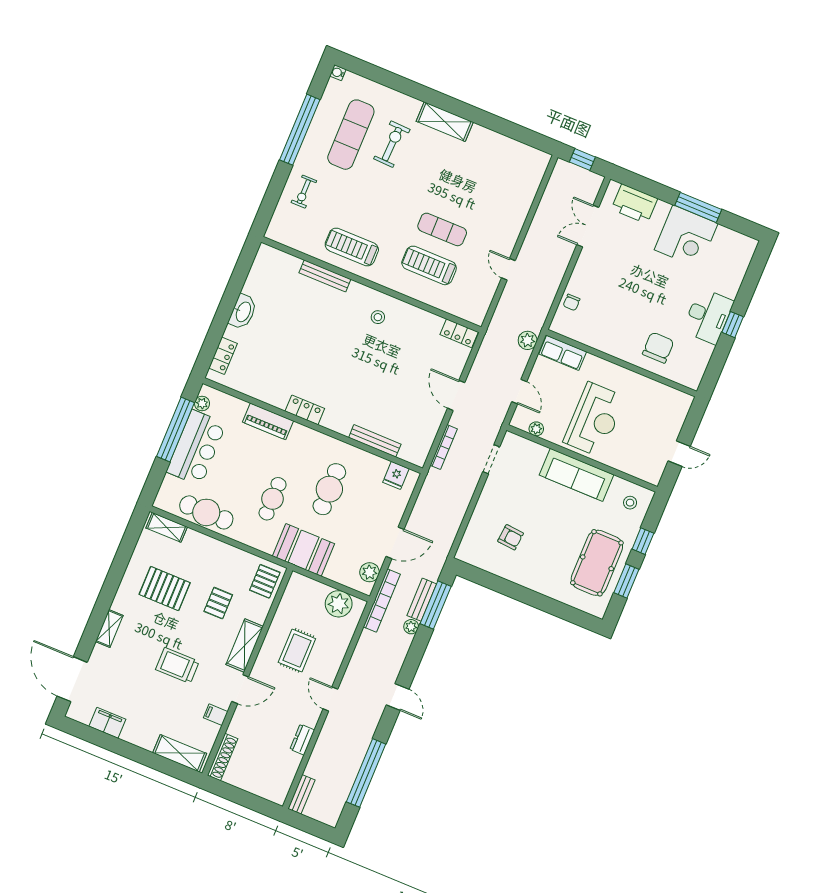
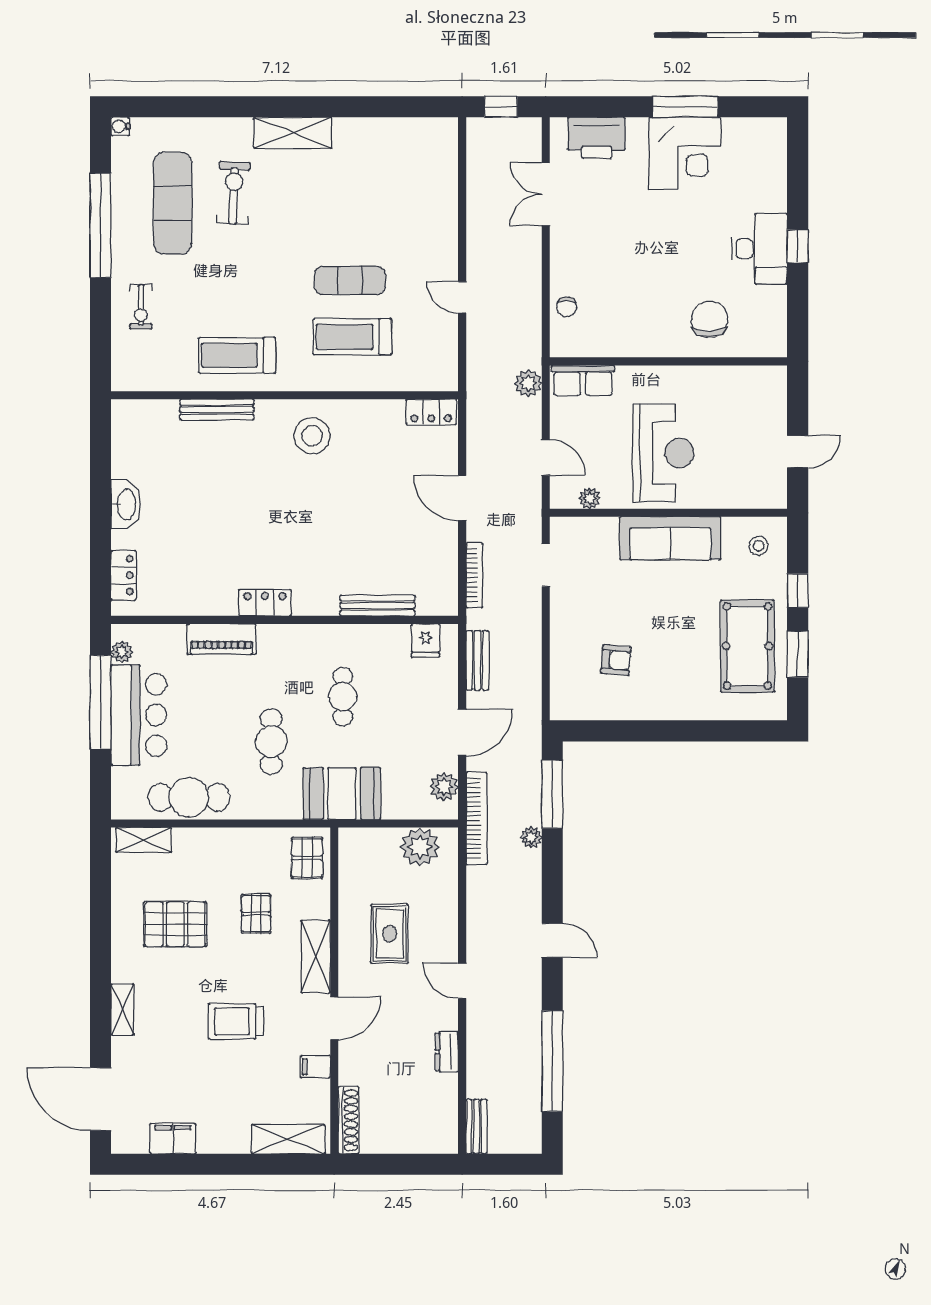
stool: (378, 317) -> (312, 436), width x1.89, depth x1.89
cafe table: (329, 489) -> (343, 697), width x0.73, depth x0.74
bench: (422, 600) -> (477, 660), moved

